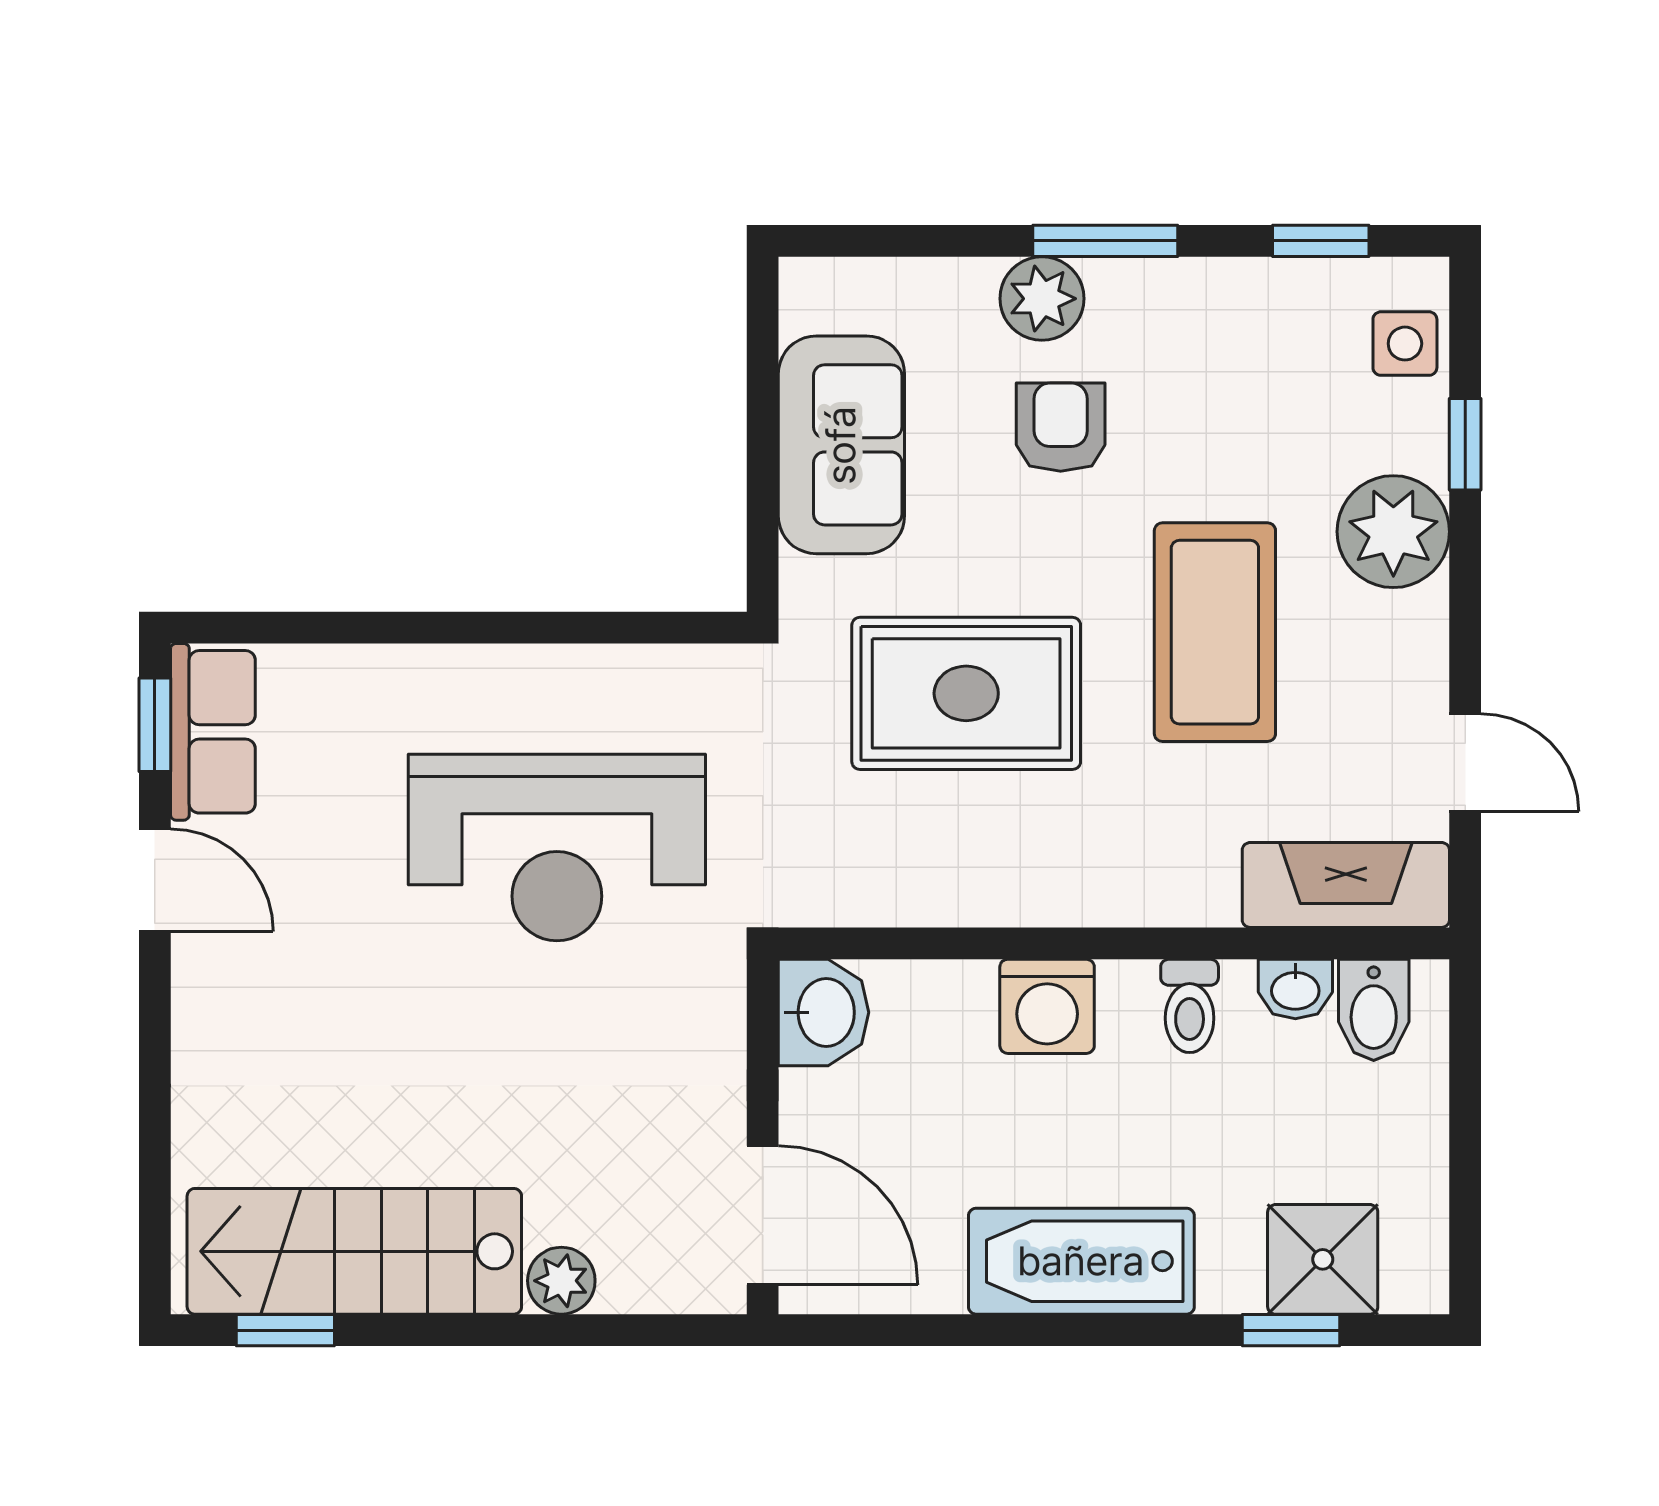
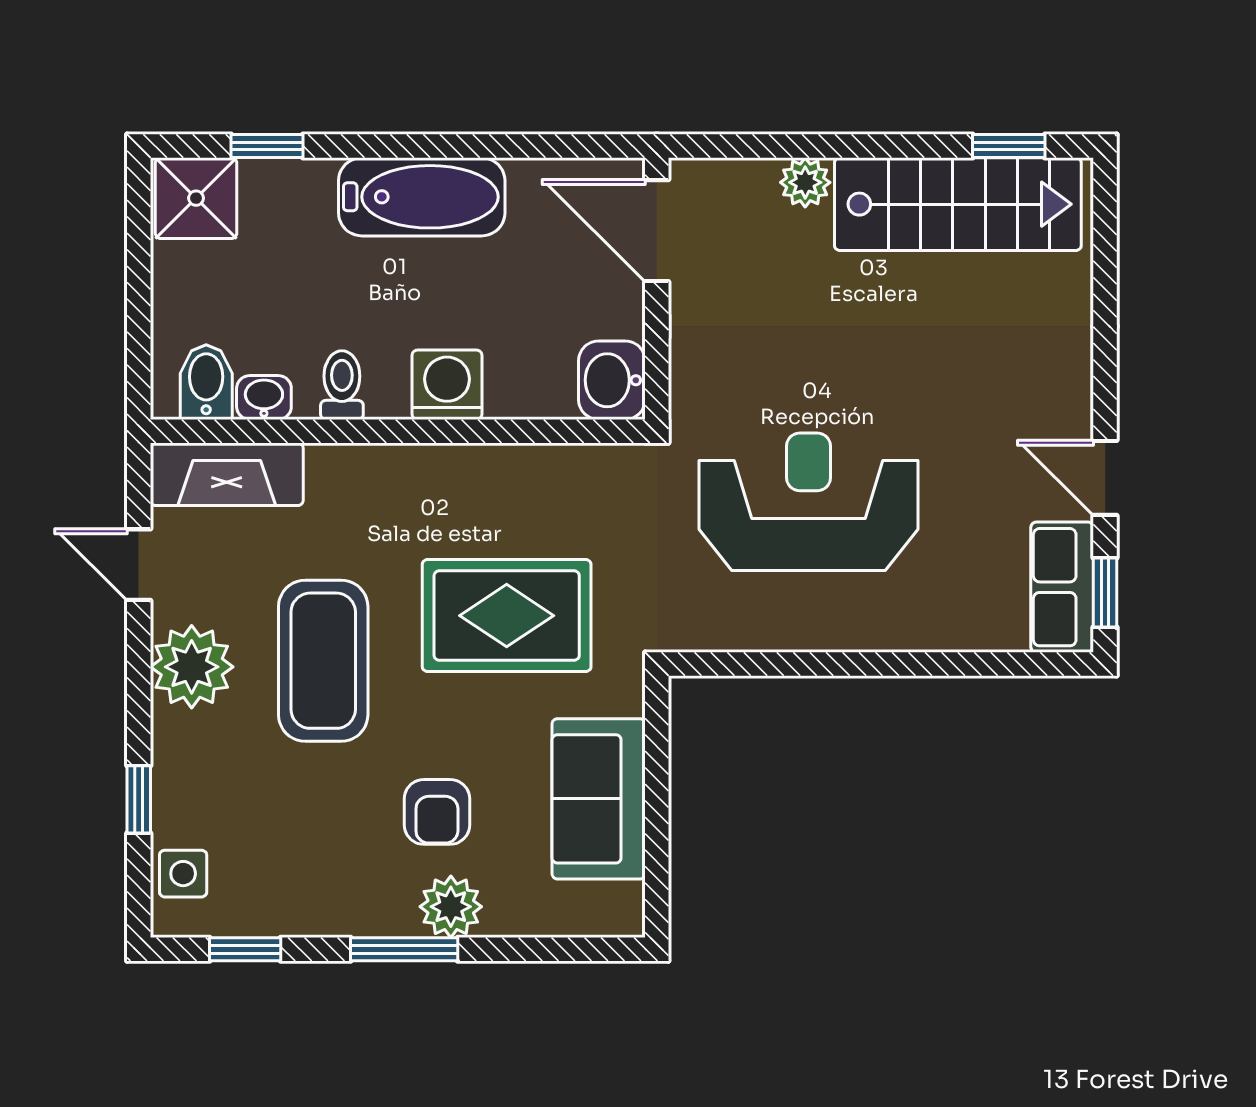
plant: (1393, 532) -> (192, 667), moved
shower: (1323, 1259) -> (196, 198), moved

